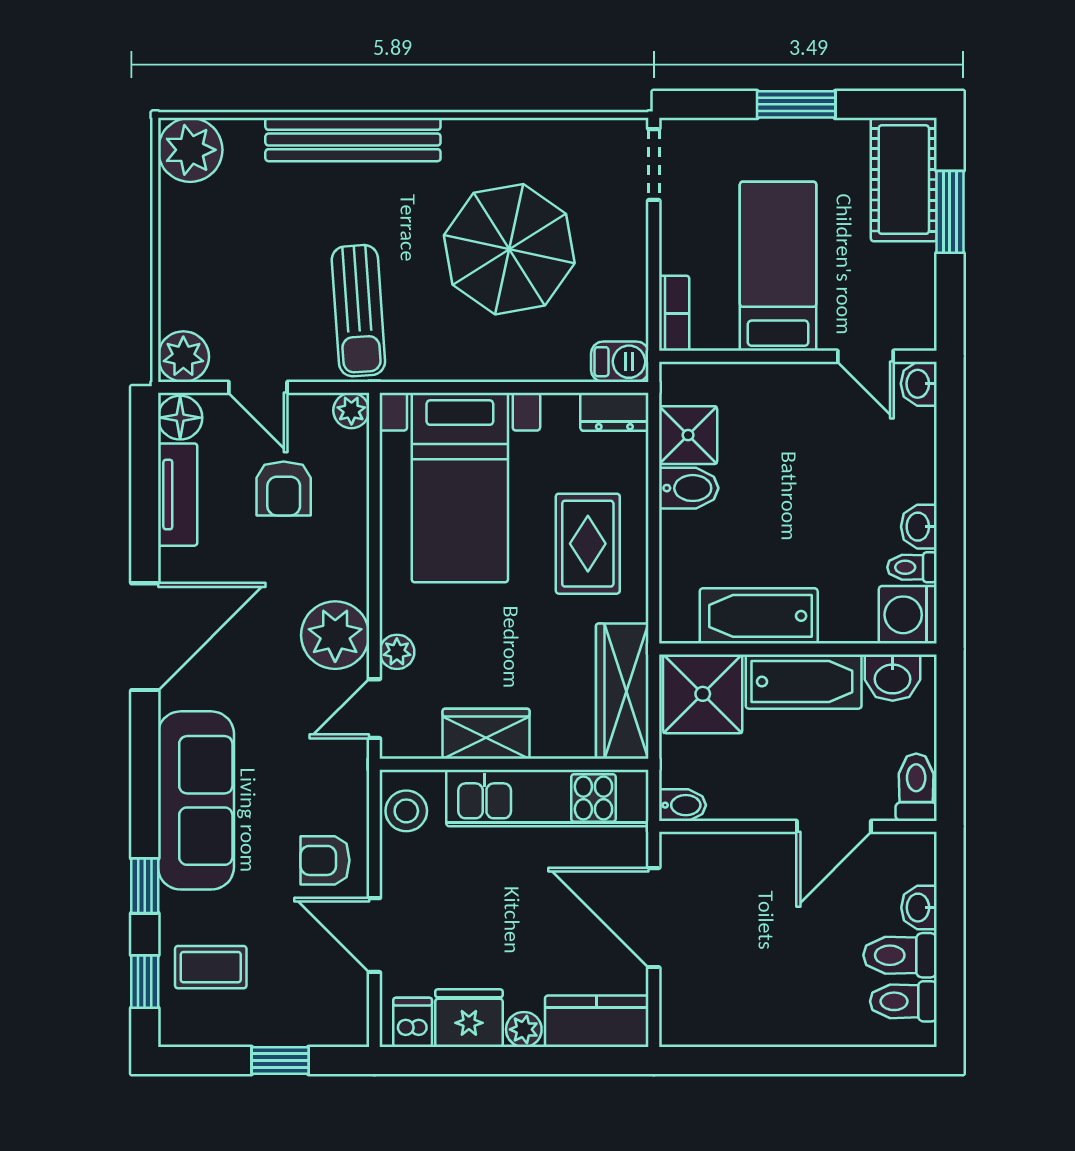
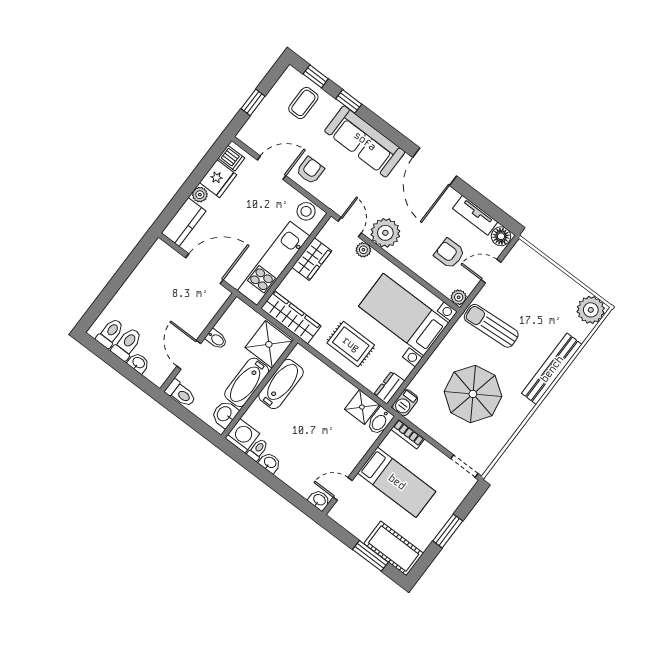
plant: (183, 357) -> (521, 253), removed
bidet: (689, 488) -> (380, 421), moved
bidet: (682, 805) -> (216, 339), moved, turned -90

